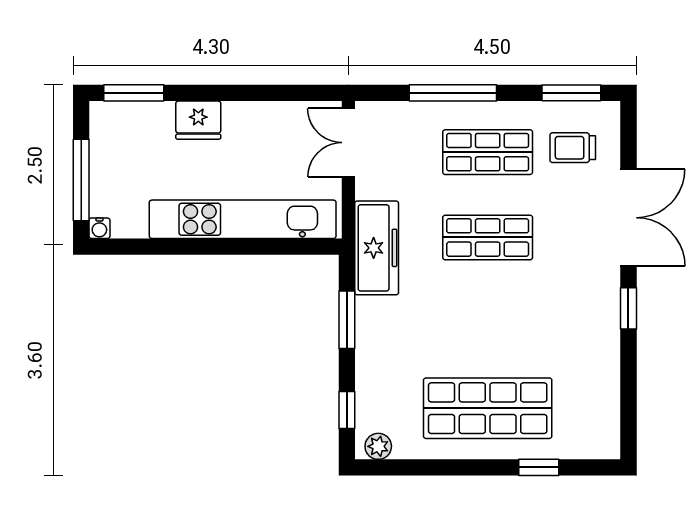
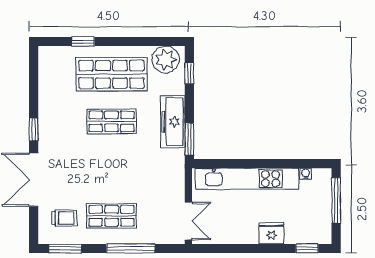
window: (134, 93) -> (307, 249), width x0.67
water cooler: (99, 228) -> (306, 174), moved
shop shelf: (488, 237) -> (111, 121), moved
freezer: (377, 248) -> (173, 122), moved
window: (347, 320) -> (189, 139), moved
plant: (378, 446) -> (166, 60), width x1.88, depth x1.88

